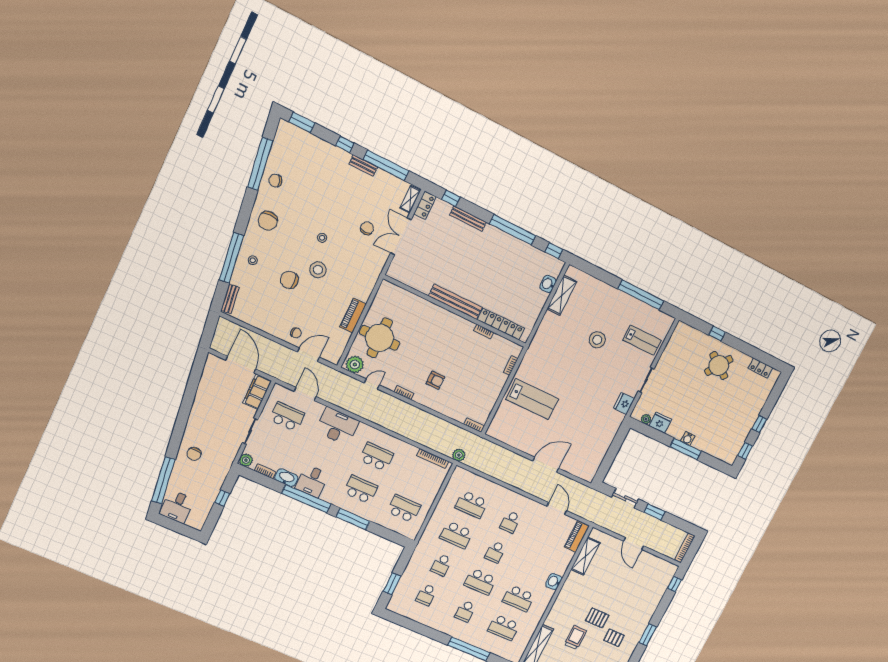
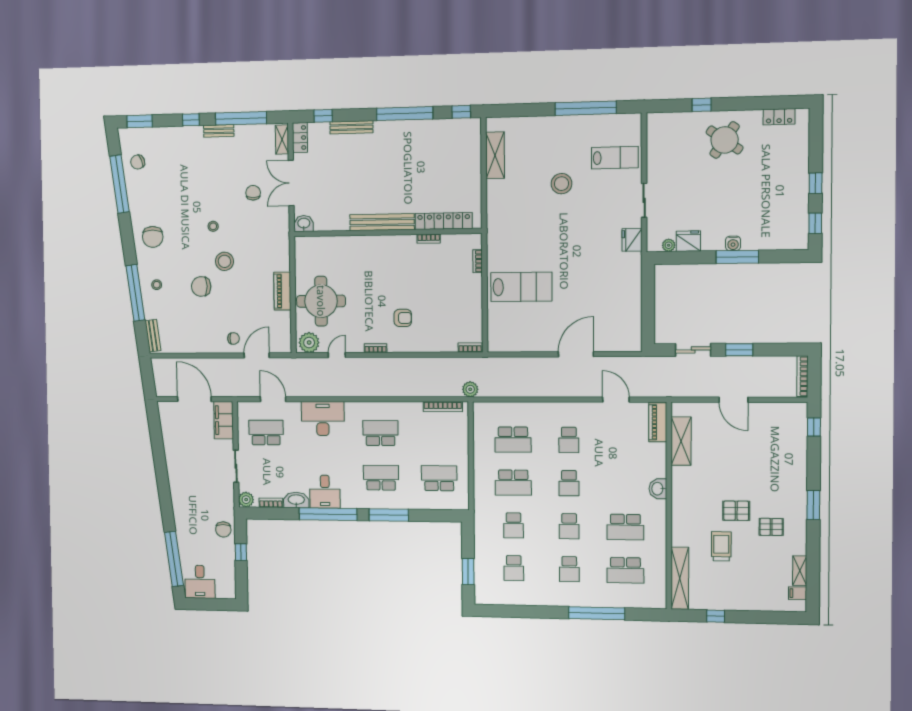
chair: (275, 181) -> (138, 162), moved
washbasin: (548, 284) -> (304, 224), moved, turned 90
chair: (194, 454) -> (223, 529), moved
school desk: (480, 582) -> (569, 526), width x0.54

